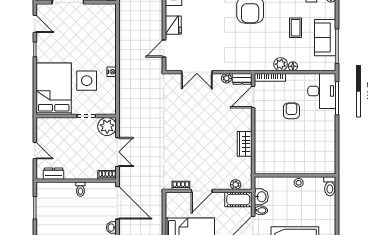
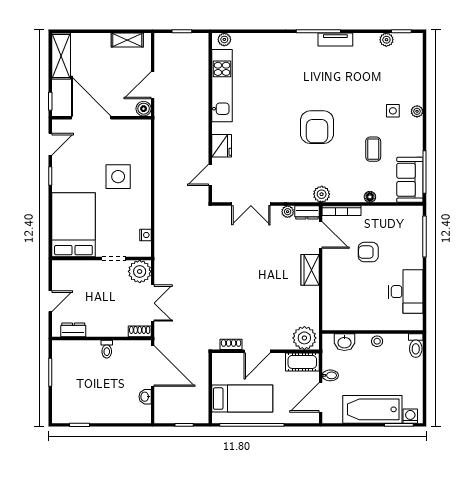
door: (35, 24) -> (50, 144), hinge flipped
sofa: (325, 38) -> (410, 180), moved
plant: (281, 64) -> (322, 194), moved
nightstand: (112, 72) -> (145, 235), moved
side table: (87, 81) -> (118, 177), moved
desk: (322, 91) -> (406, 292), moved
door: (253, 97) -> (321, 235), swing flipped
armchair: (291, 111) -> (368, 252), turned -90
wardrobe: (245, 144) -> (310, 270), moved
door: (35, 151) -> (50, 301), hinge flipped
plant: (236, 185) -> (304, 338), width x1.87, depth x1.87
washbasin: (261, 197) -> (344, 342), moved, turned 90

